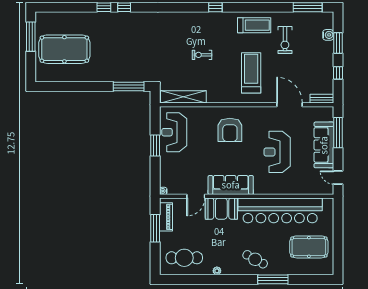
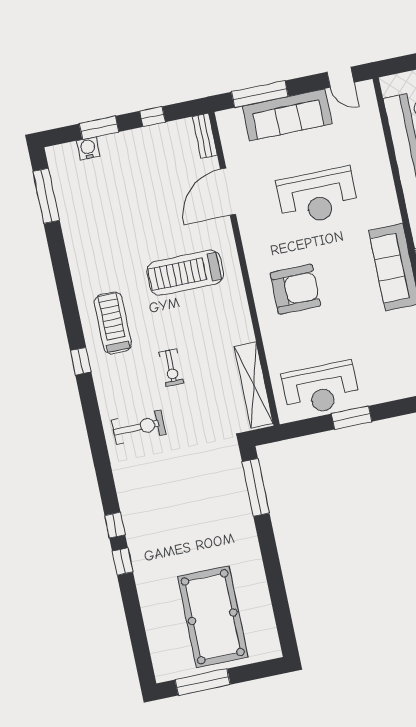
treadmill: (254, 25) -> (113, 323), moved
exercise bike: (285, 40) -> (139, 427), moved
door: (338, 178) -> (340, 77), hinge flipped

